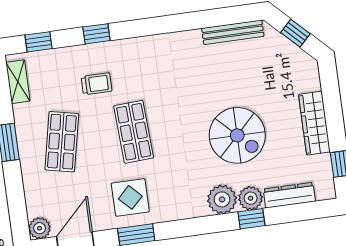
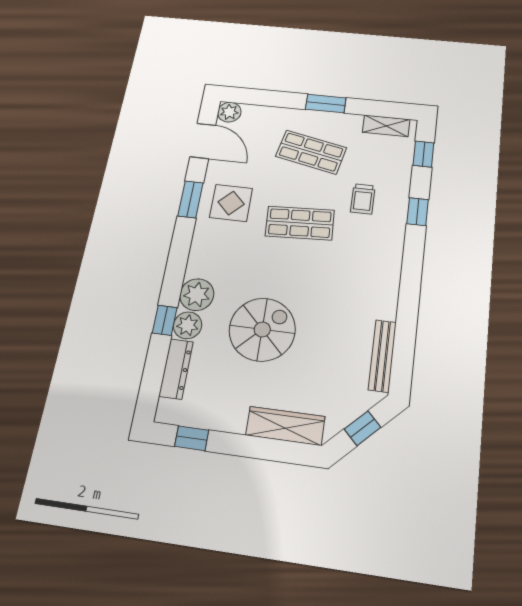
wardrobe: (314, 123) -> (285, 426), moved
spiral stairs: (237, 135) -> (262, 329), turned 180

